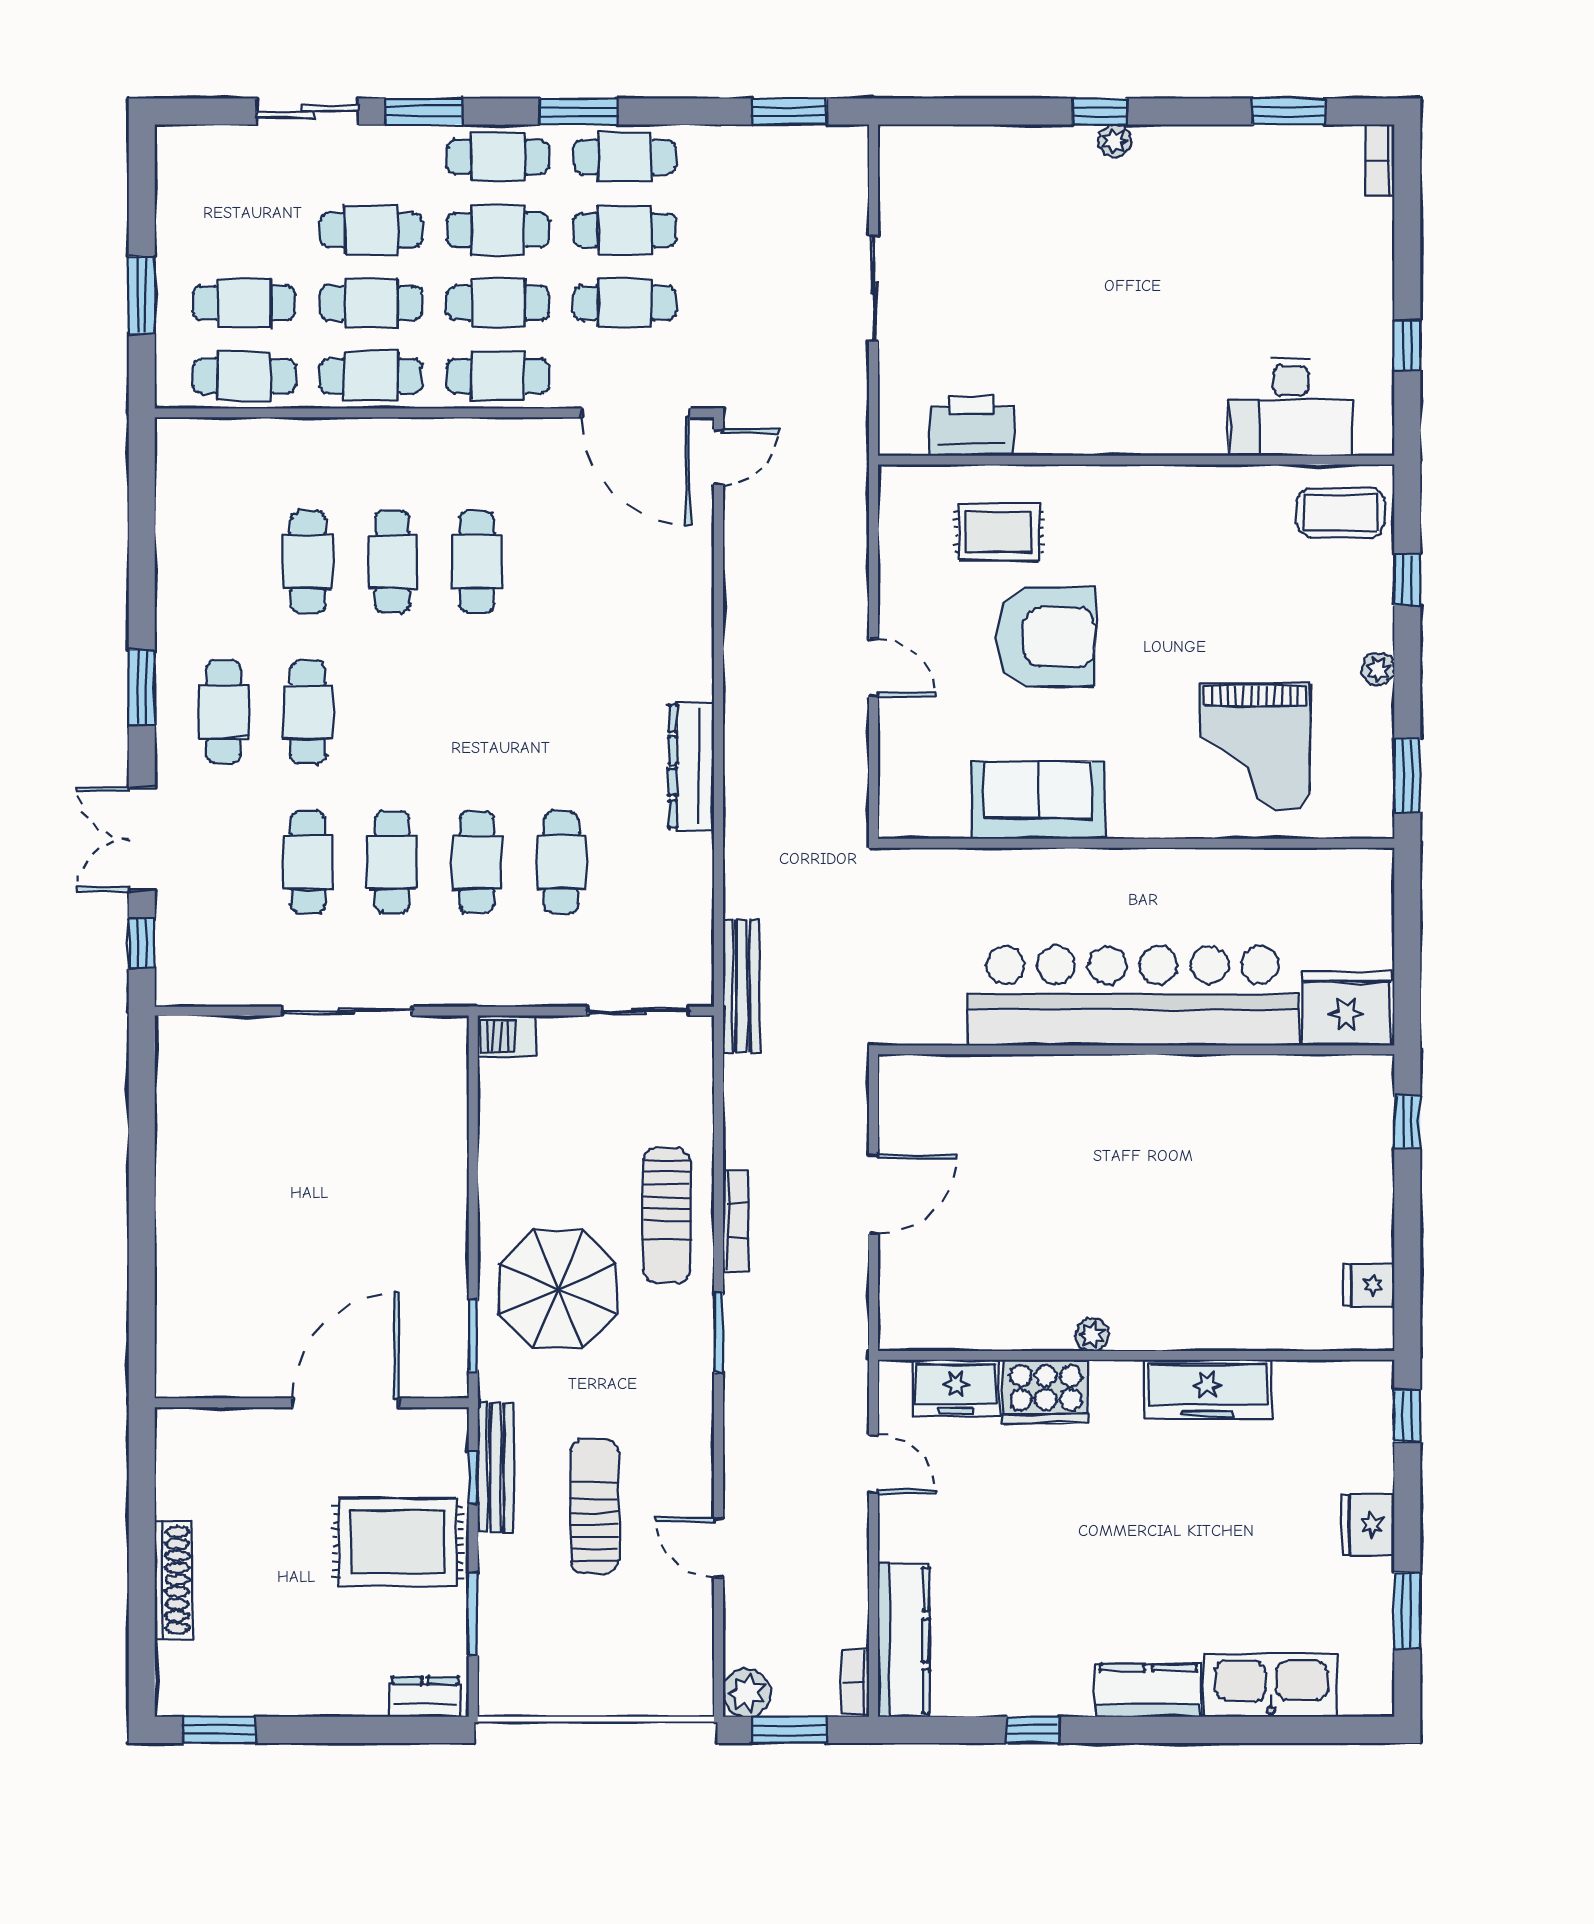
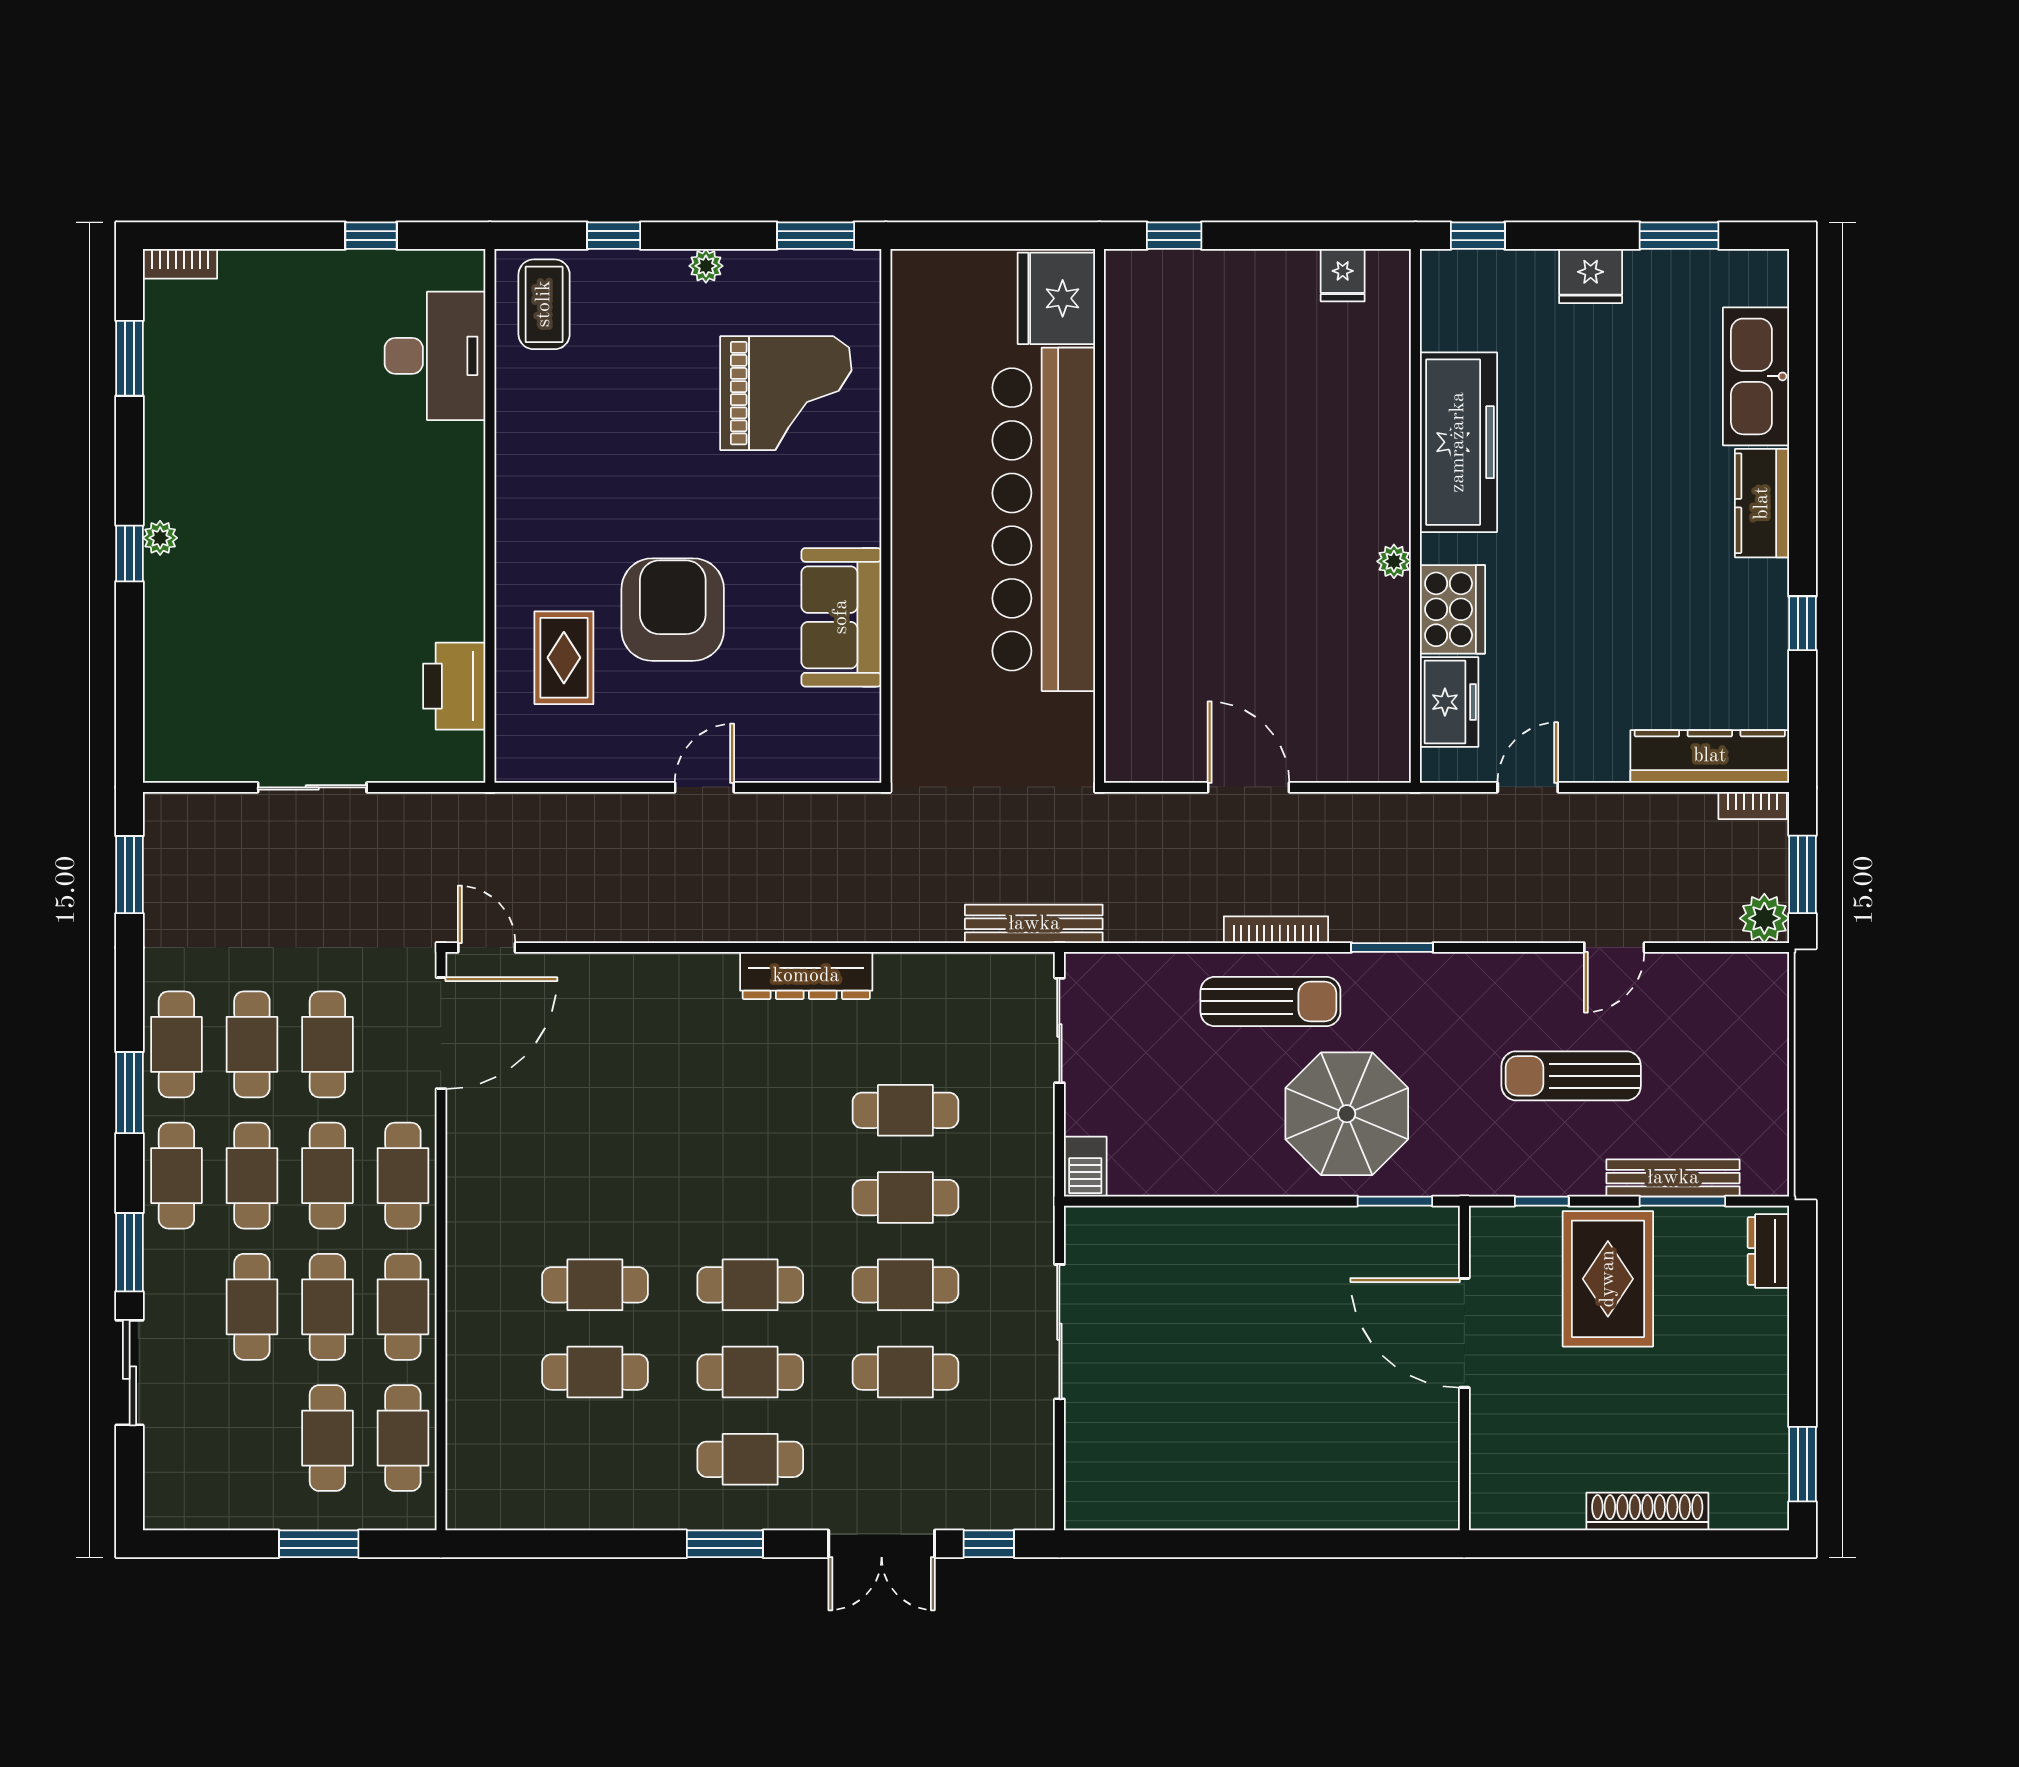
cafe table: (477, 562) -> (750, 1285), moved
freezer: (1207, 1389) -> (1458, 442), width x1.36, depth x1.26
bench: (496, 1467) -> (1673, 1178), moved

